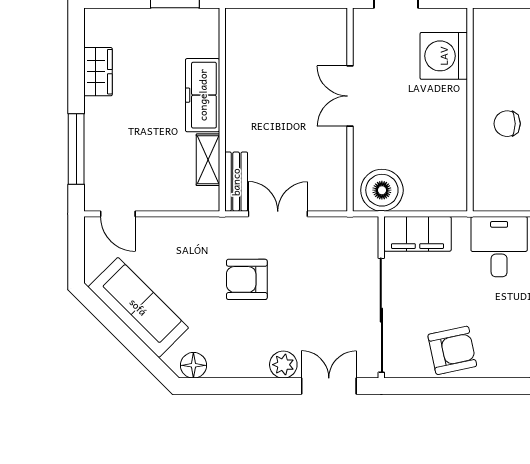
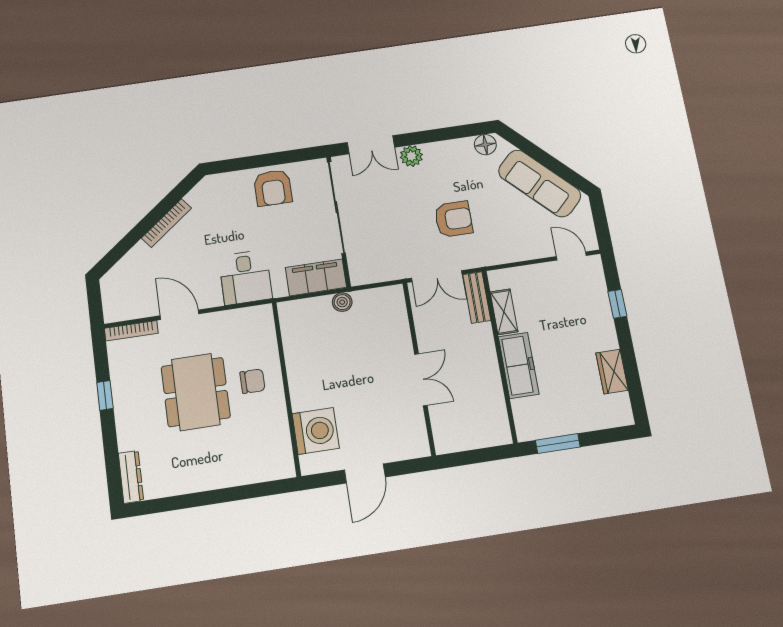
double door: (350, 96) -> (421, 380), moved
wall: (350, 110) -> (419, 368), moved
window: (76, 149) -> (617, 304), width x0.46
boiler: (382, 190) -> (342, 302), width x0.54, depth x0.54
armchair: (452, 350) -> (273, 188), turned -78

